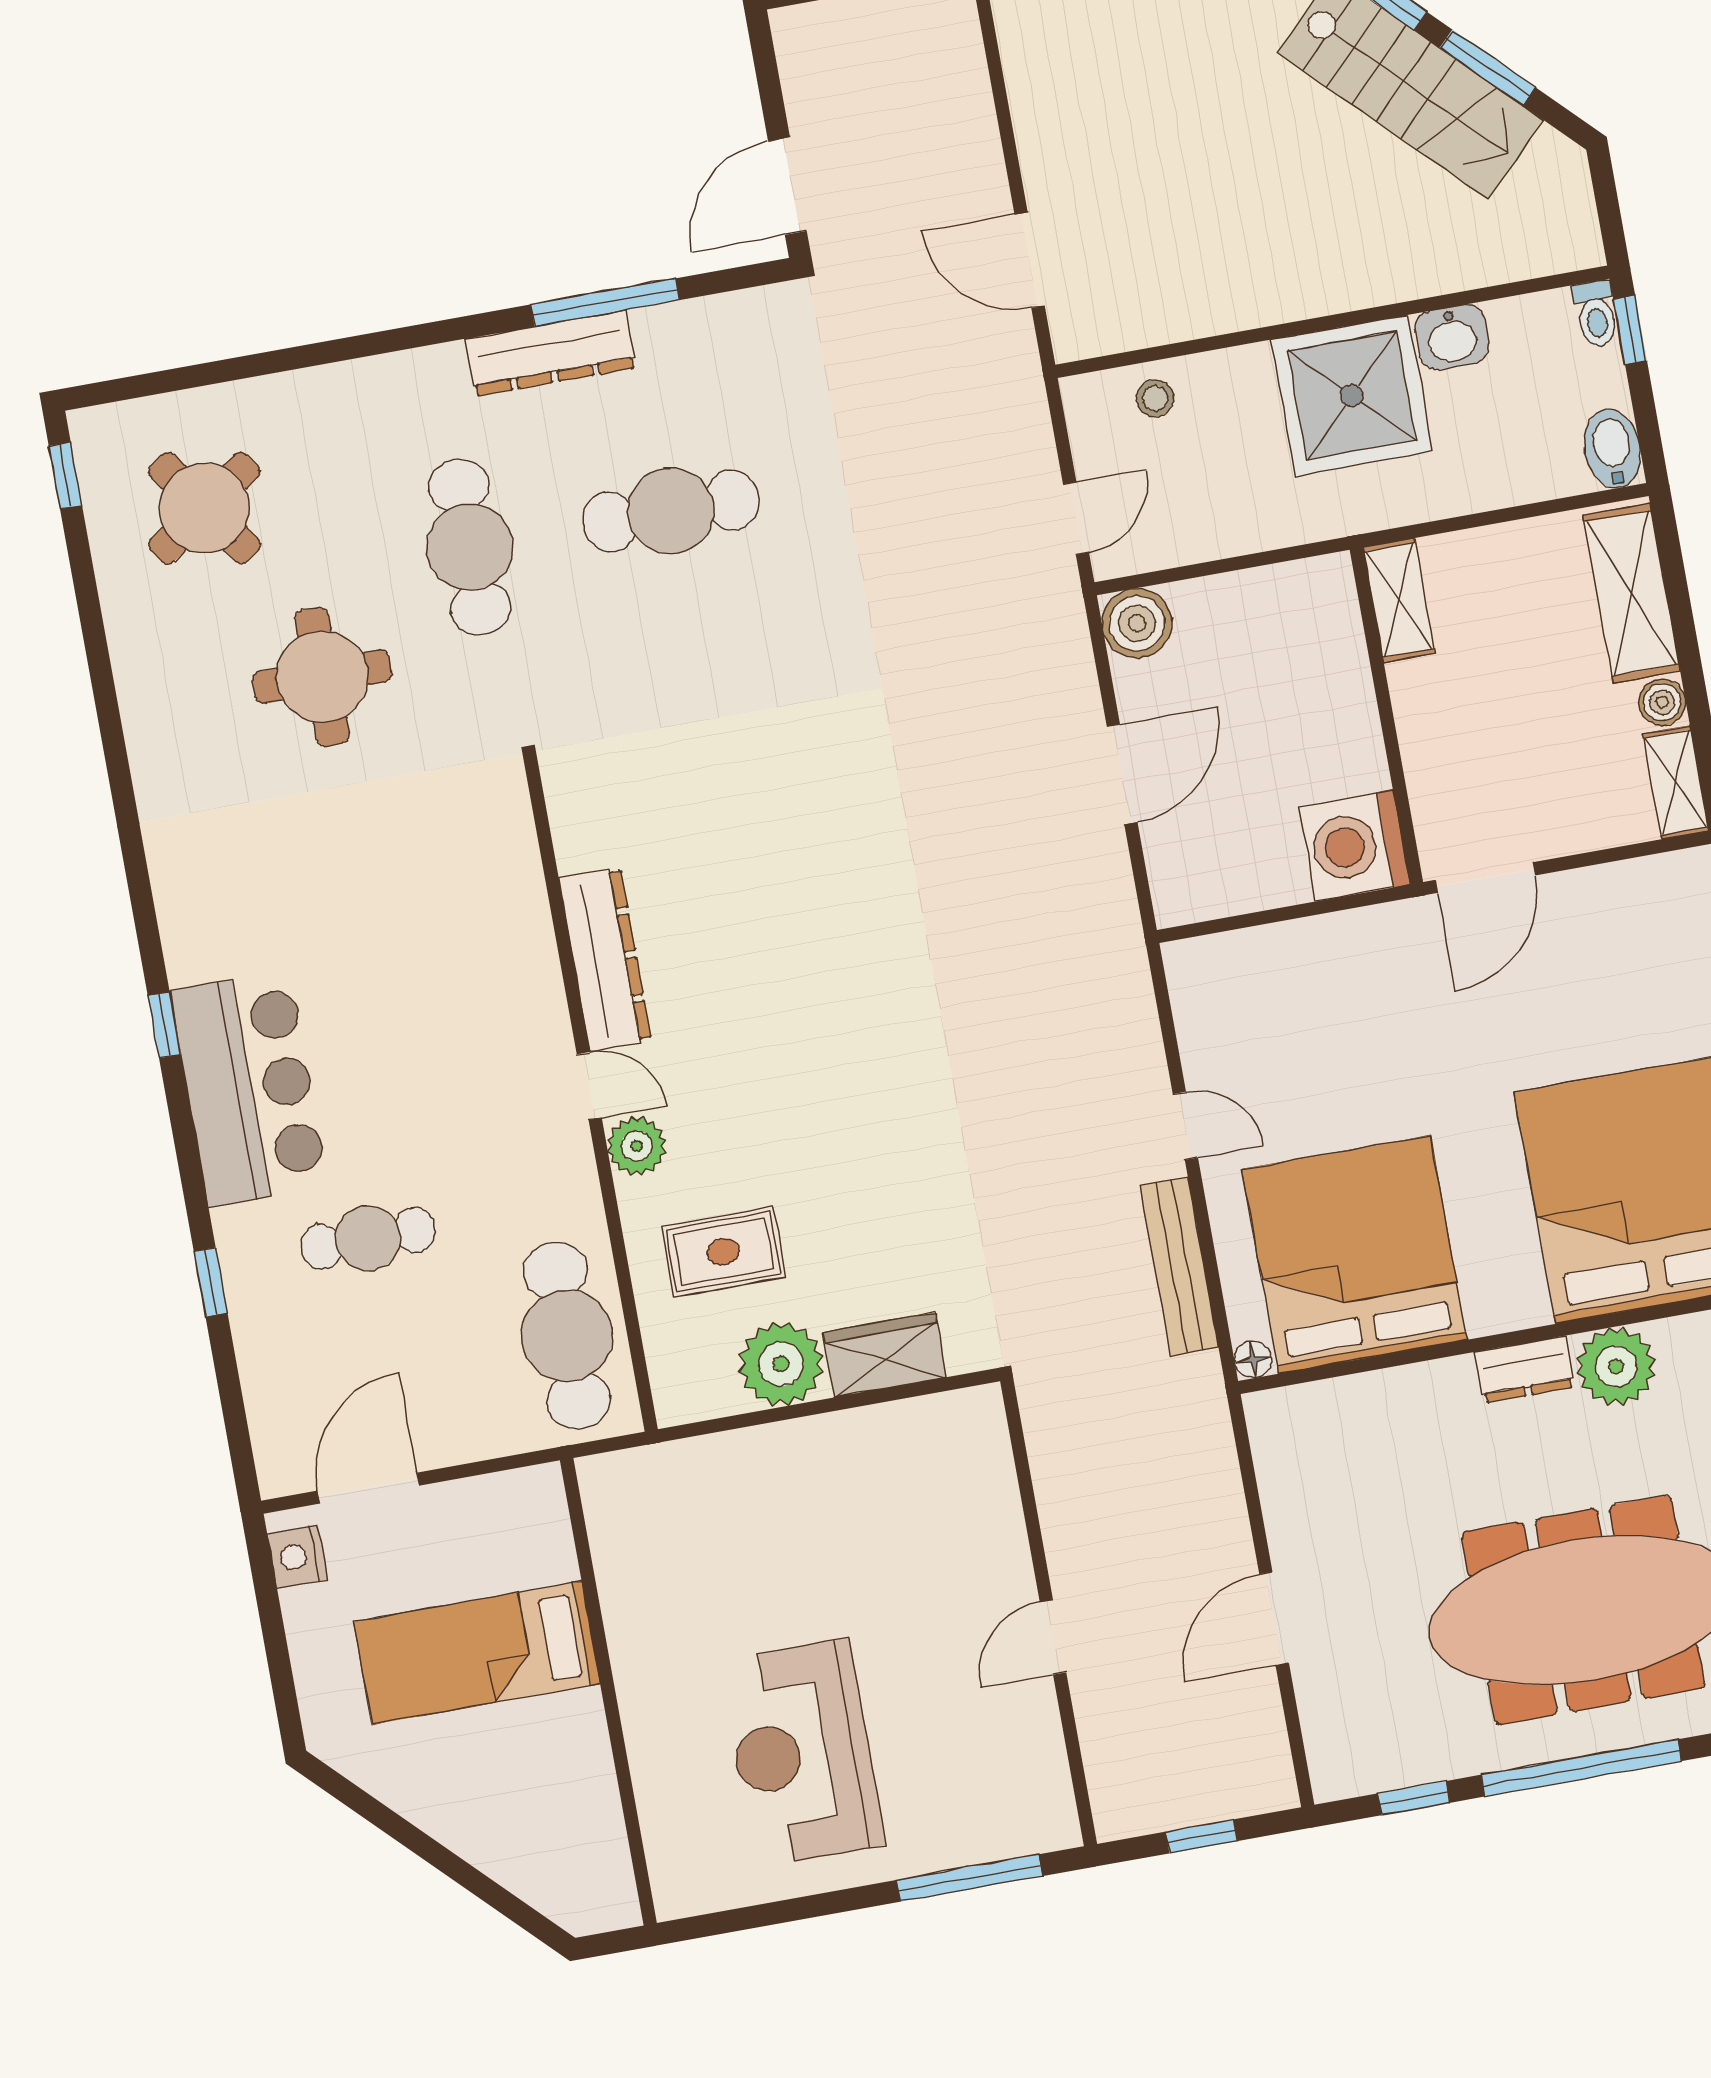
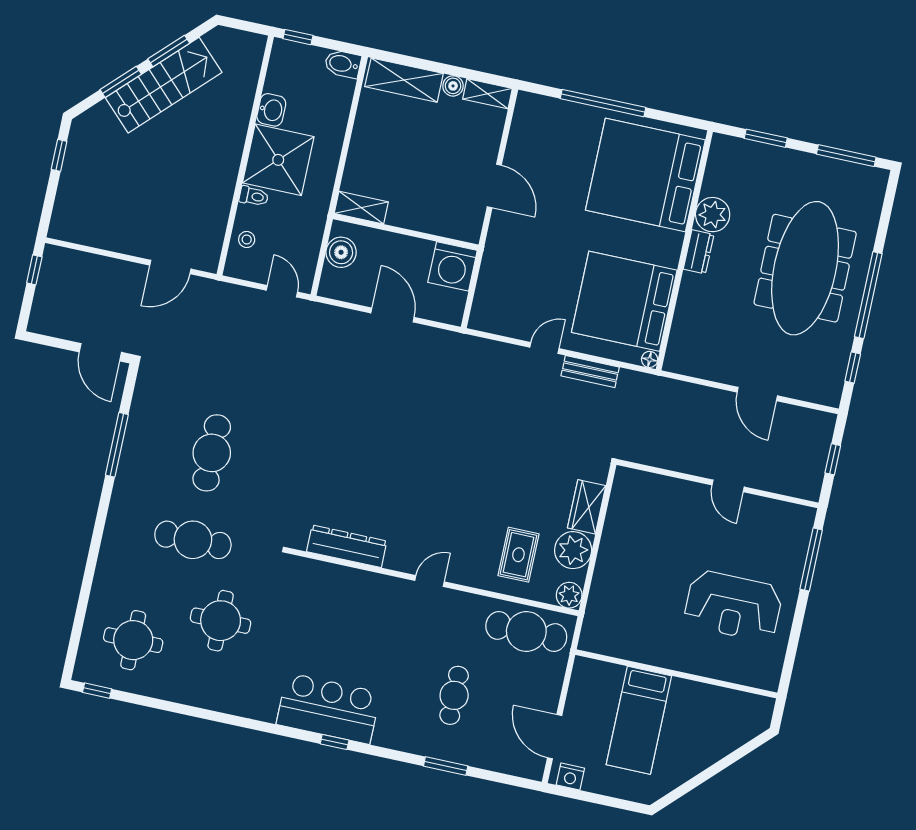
toilet: (1596, 314) -> (254, 196), moved
dresser: (551, 353) -> (128, 475), removed
round table: (204, 508) -> (133, 640), turned 35
shelving: (1399, 600) -> (361, 208), moved
boiler: (1137, 623) -> (341, 252), moved
wall: (1386, 716) -> (406, 232), moved
washing machine: (1354, 846) -> (453, 266), moved
dresser: (605, 959) -> (347, 546), moved
bar counter: (249, 1088) -> (328, 708), moved
plant: (637, 1146) -> (569, 595), moved
bench: (1179, 1266) -> (590, 372), width x0.73
window: (211, 1282) -> (446, 766), width x1.50

